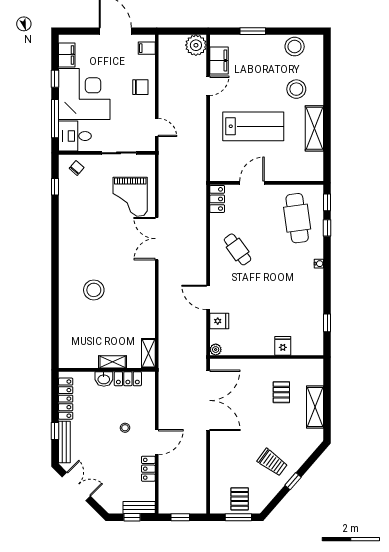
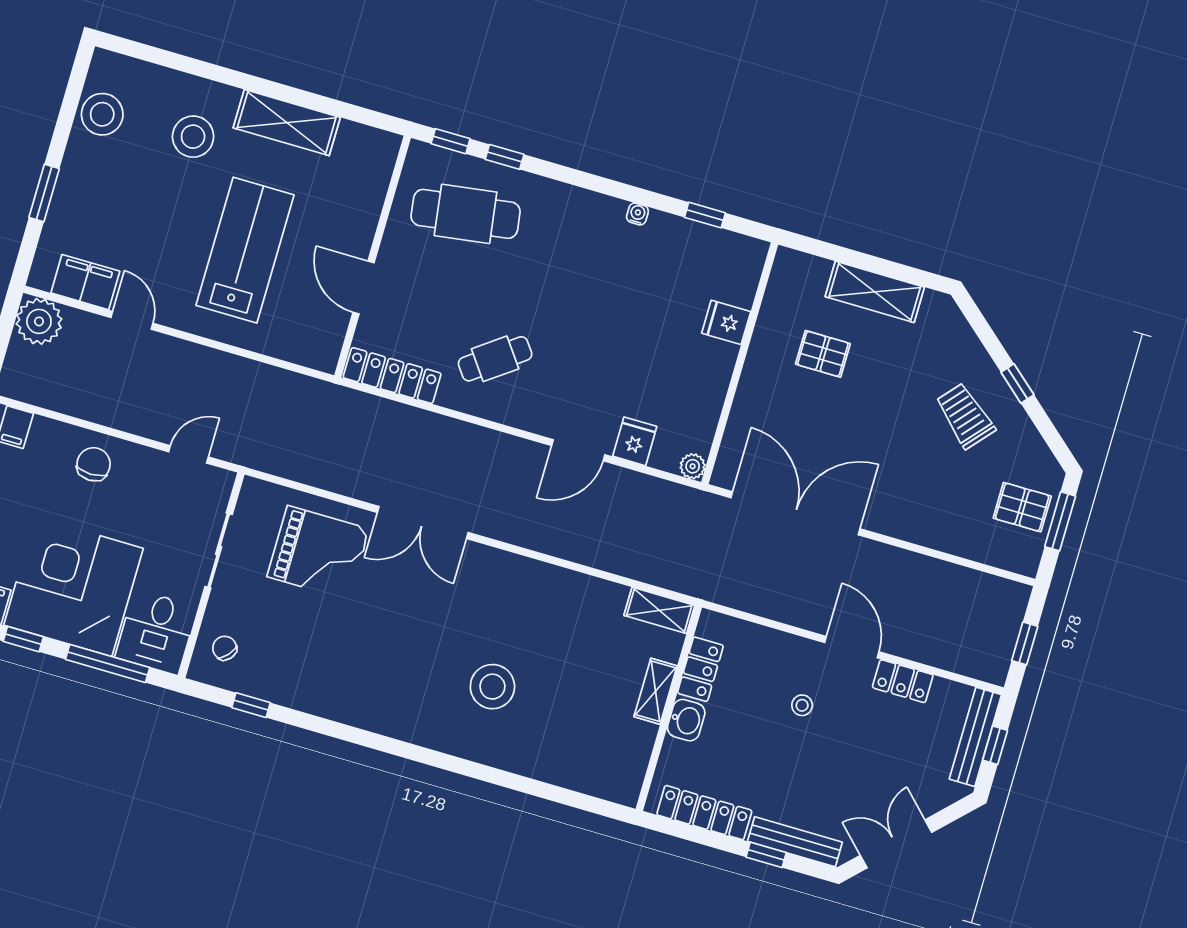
locker: (217, 199) -> (392, 376), width x1.53
water cooler: (319, 264) -> (637, 214), moved
trolley: (272, 462) -> (965, 416), turned -85
bench: (139, 508) -> (975, 737), width x1.36

